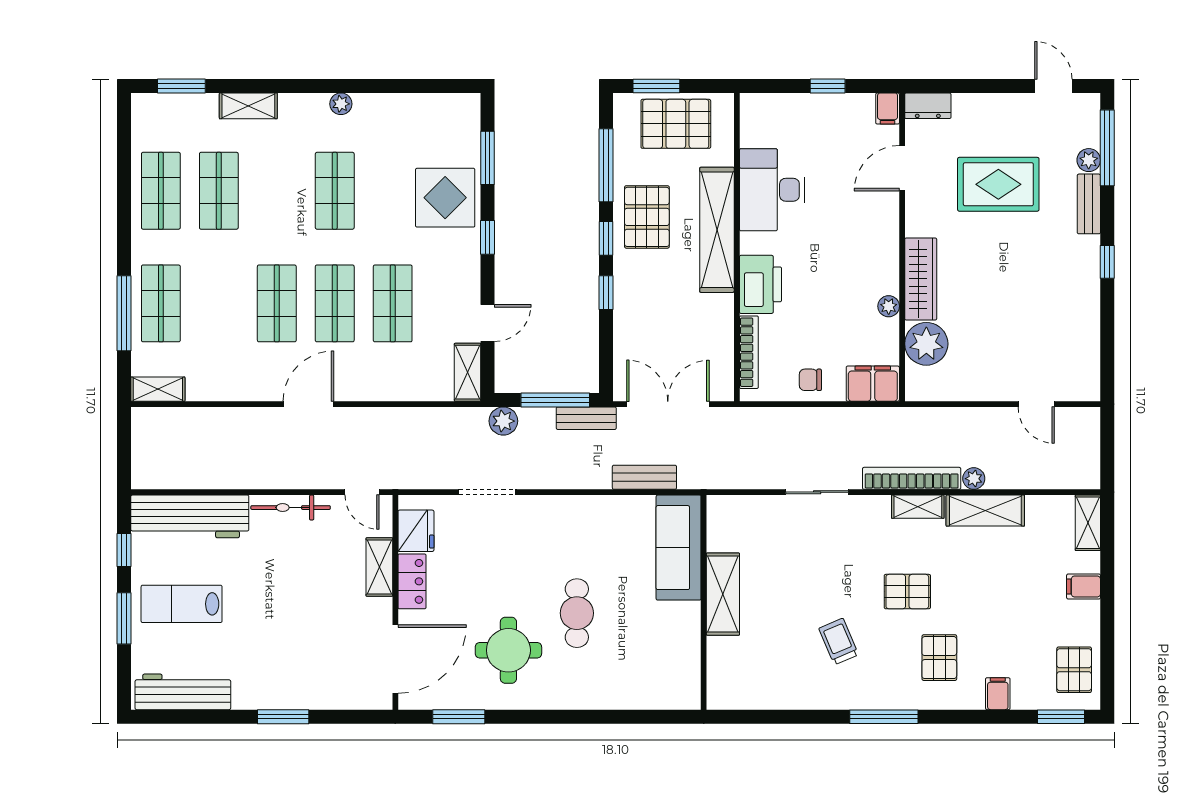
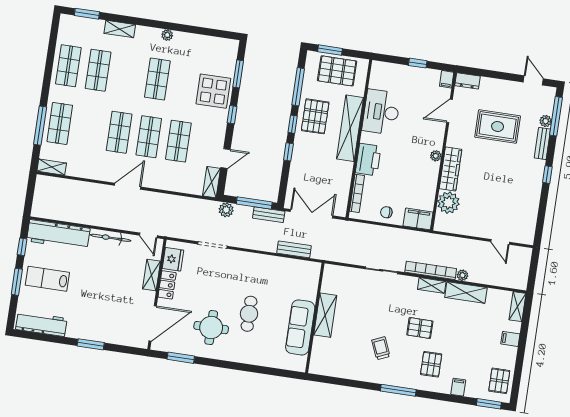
plant: (889, 306) -> (436, 156), moved
sofa: (679, 548) -> (300, 327), moved

